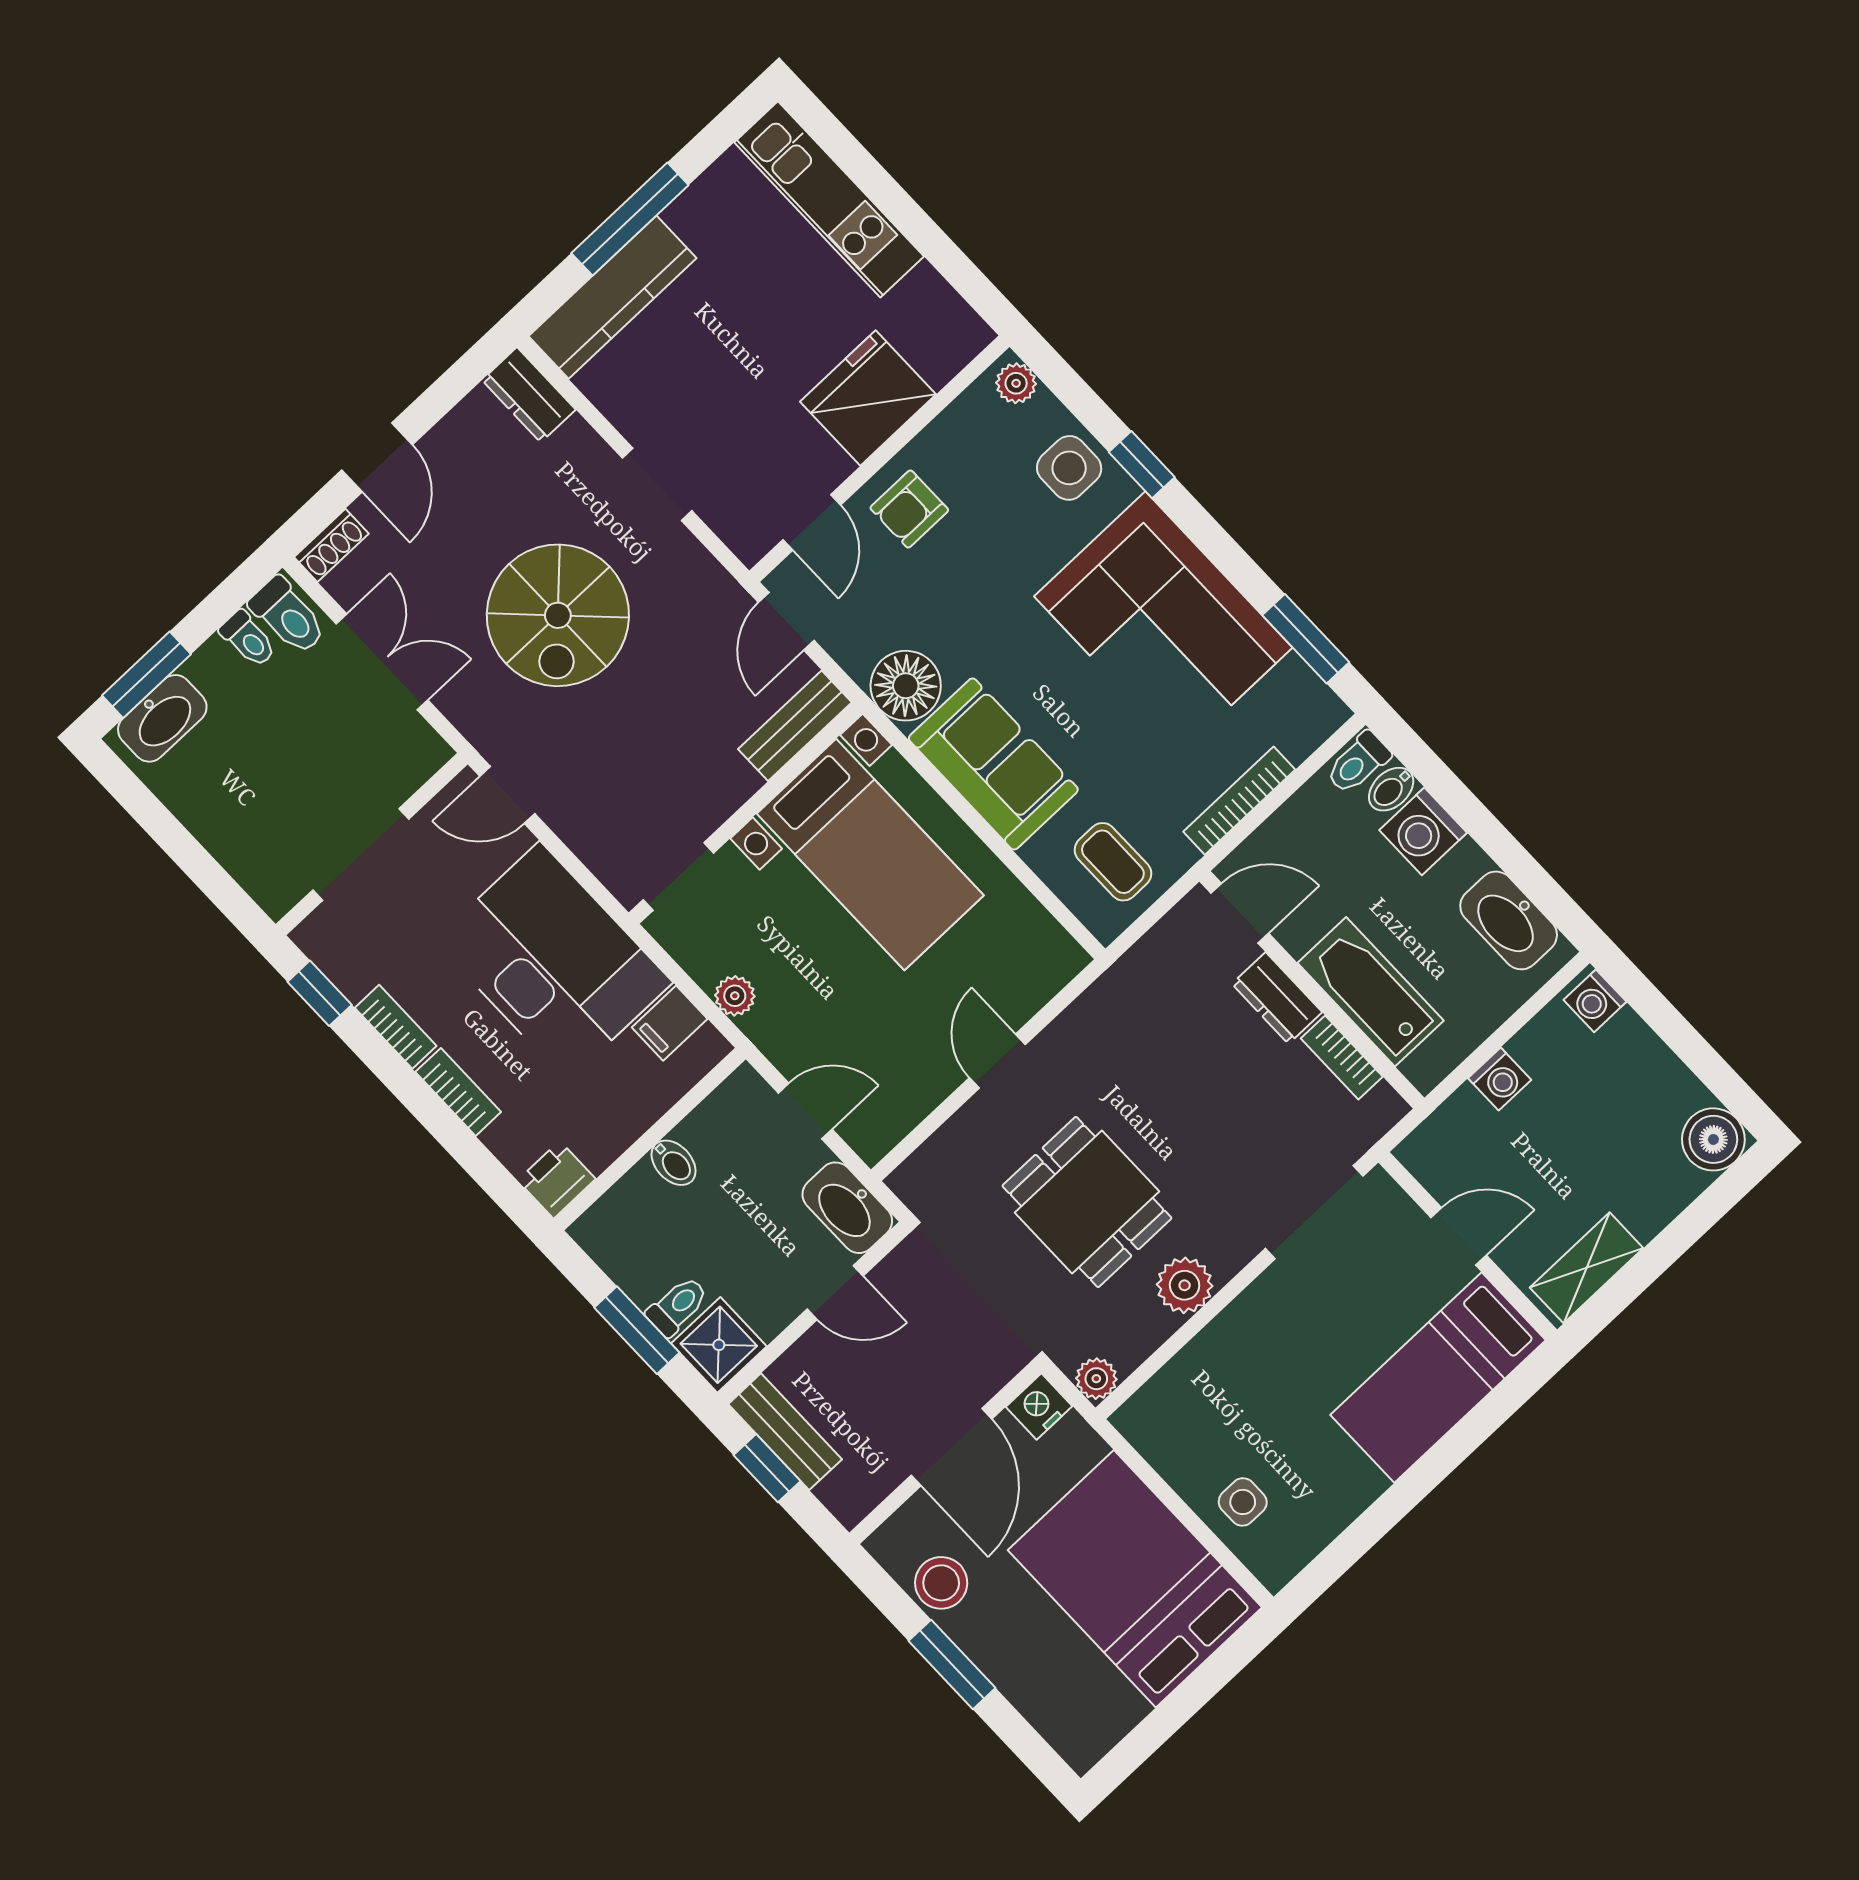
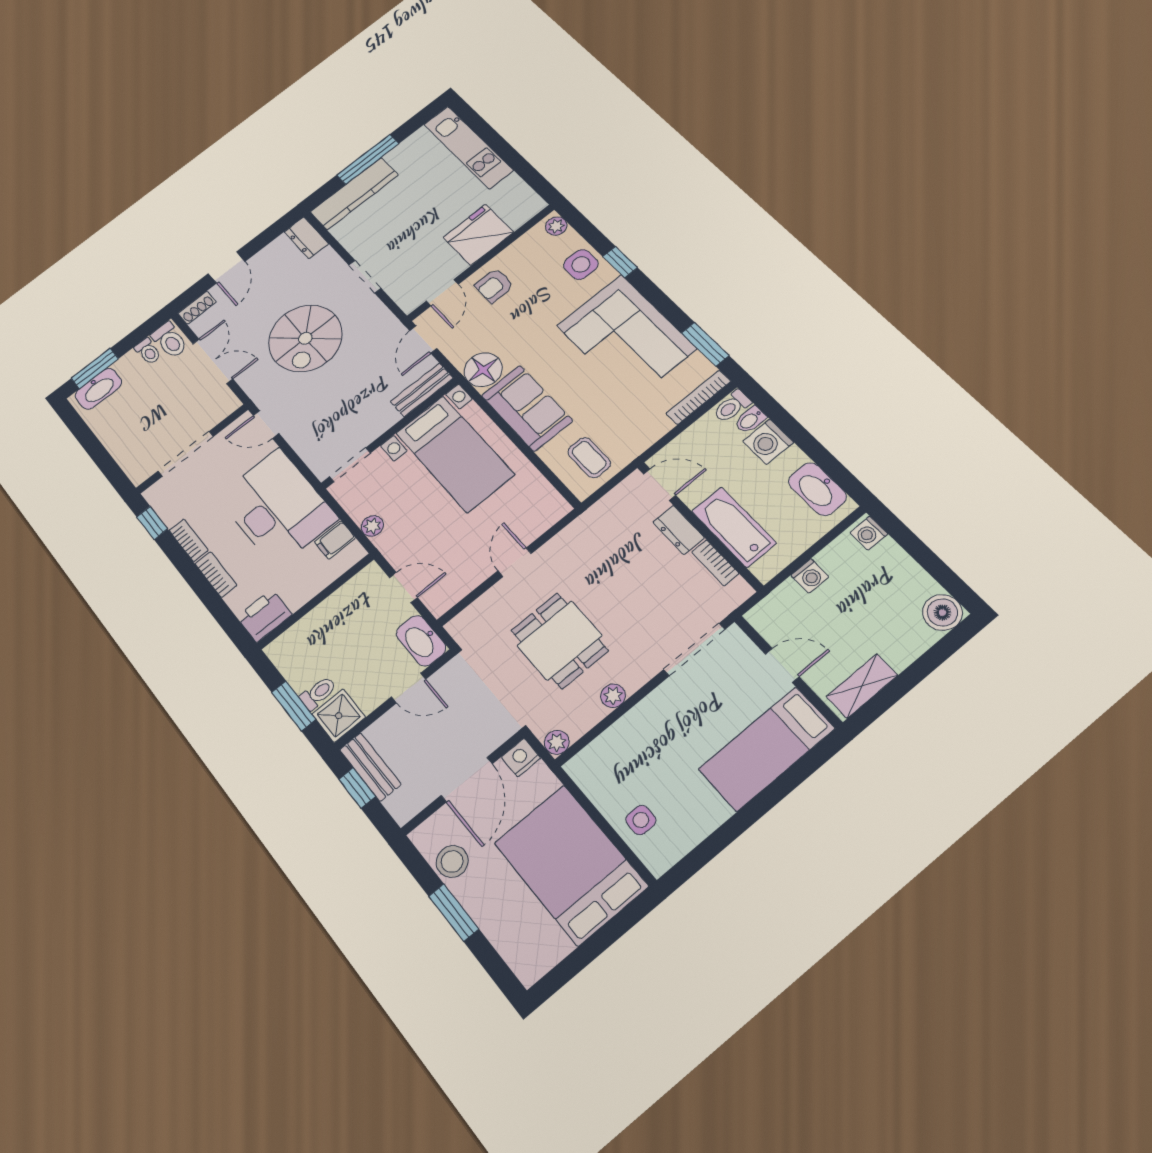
bookcase: (1239, 801) -> (698, 397), moved
bidet: (674, 1163) -> (327, 614), removed
printer: (557, 1180) -> (264, 616), width x1.36, depth x1.24
plant: (1185, 1285) -> (613, 696), width x0.73, depth x0.73

